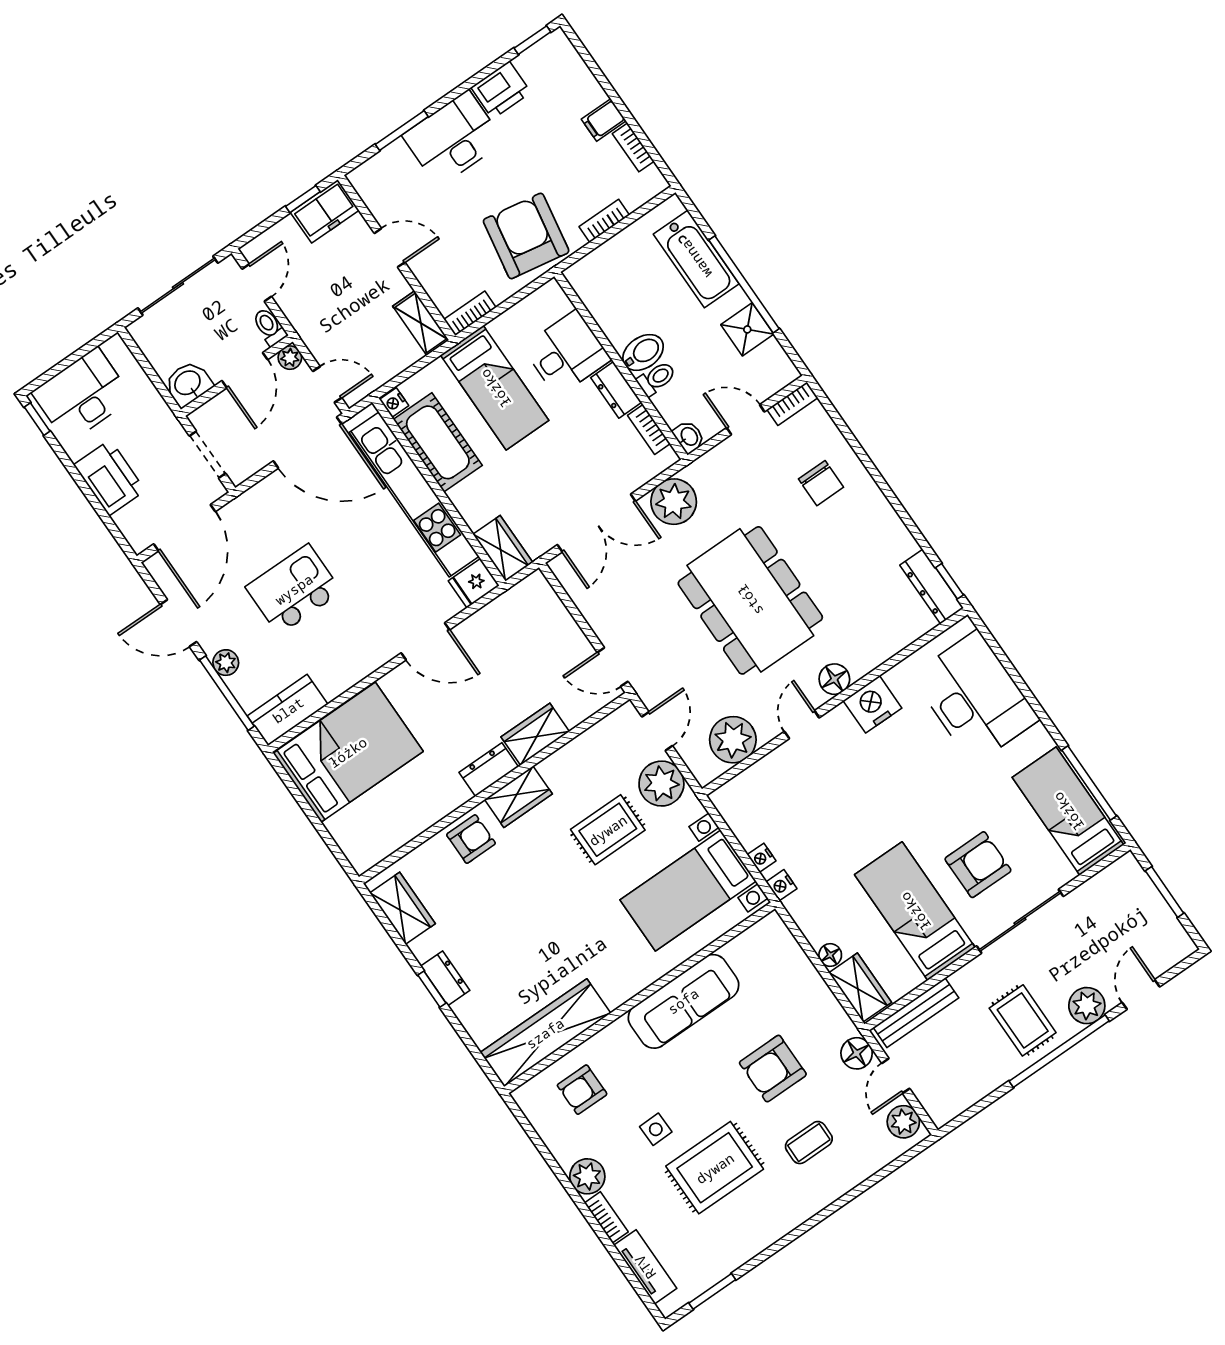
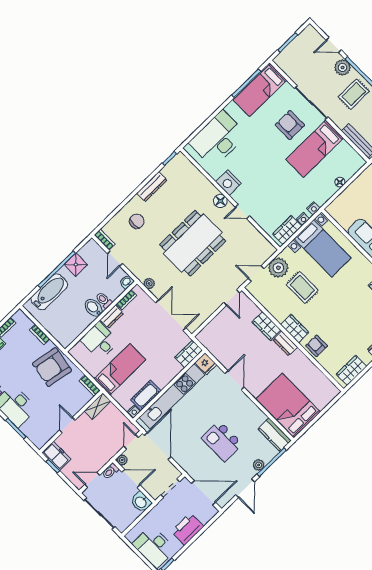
cot: (438, 442) -> (146, 395), width x0.73, depth x0.75
plant: (674, 502) -> (149, 283), width x0.53, depth x0.53
dresser: (932, 587) -> (152, 187), moved
plant: (733, 740) -> (254, 240), removed
wardrobe: (860, 988) -> (287, 230), moved

